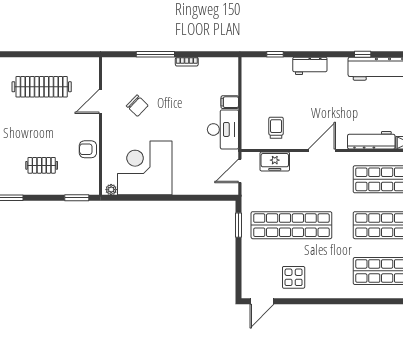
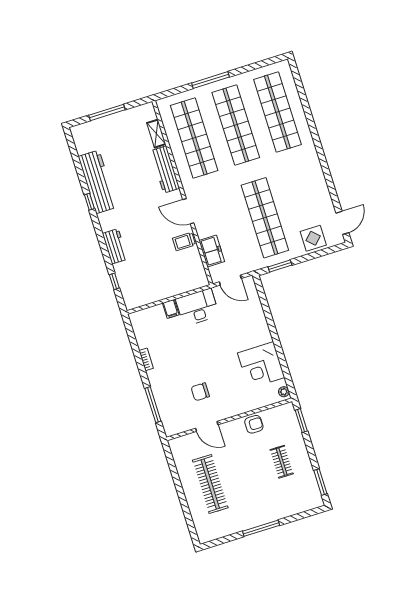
window: (155, 54) -> (153, 405), moved
chair: (137, 106) -> (200, 392), turned -134
trolley: (276, 128) -> (184, 242), moved
armchair: (88, 149) -> (254, 424), turned -90
corner desk: (145, 168) -> (261, 365), width x0.74, depth x0.74
display table: (294, 277) -> (313, 238), moved
door: (262, 301) -> (342, 223), hinge flipped

